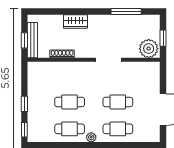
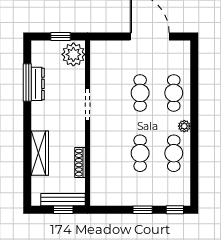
dresser: (125, 20) -> (38, 84), added
wardrobe: (76, 22) -> (40, 153), width x1.50

